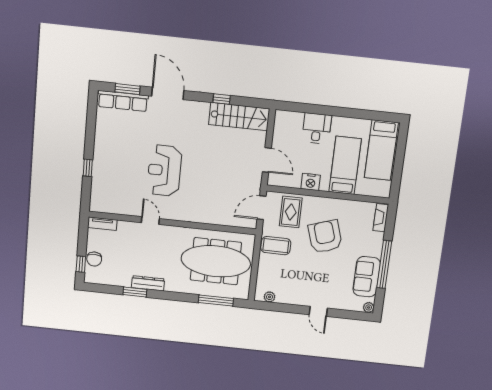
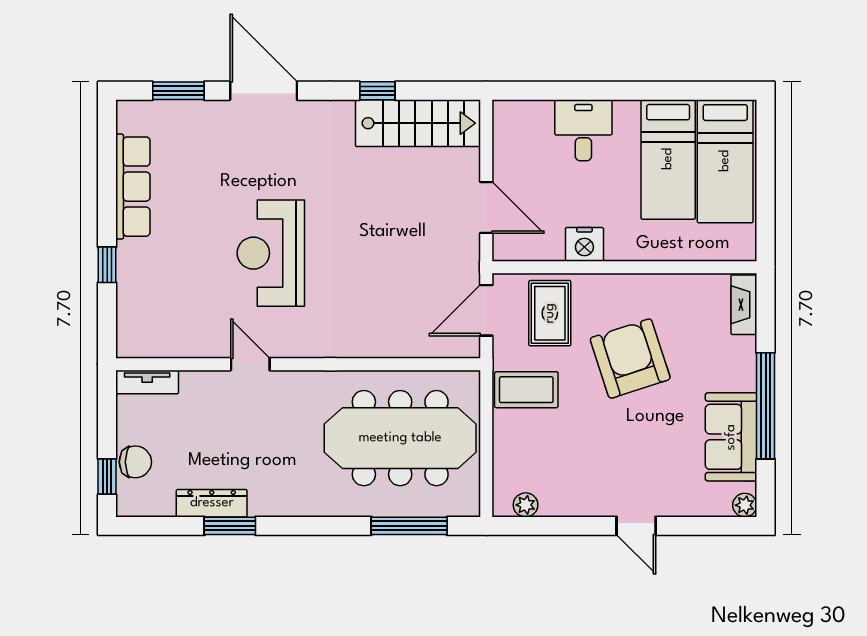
row of seats: (123, 101) -> (133, 187), moved, turned -90
bed: (345, 165) -> (668, 159), moved, turned 180
chair: (94, 259) -> (135, 462), turned -90
dresser: (148, 283) -> (212, 503), moved

